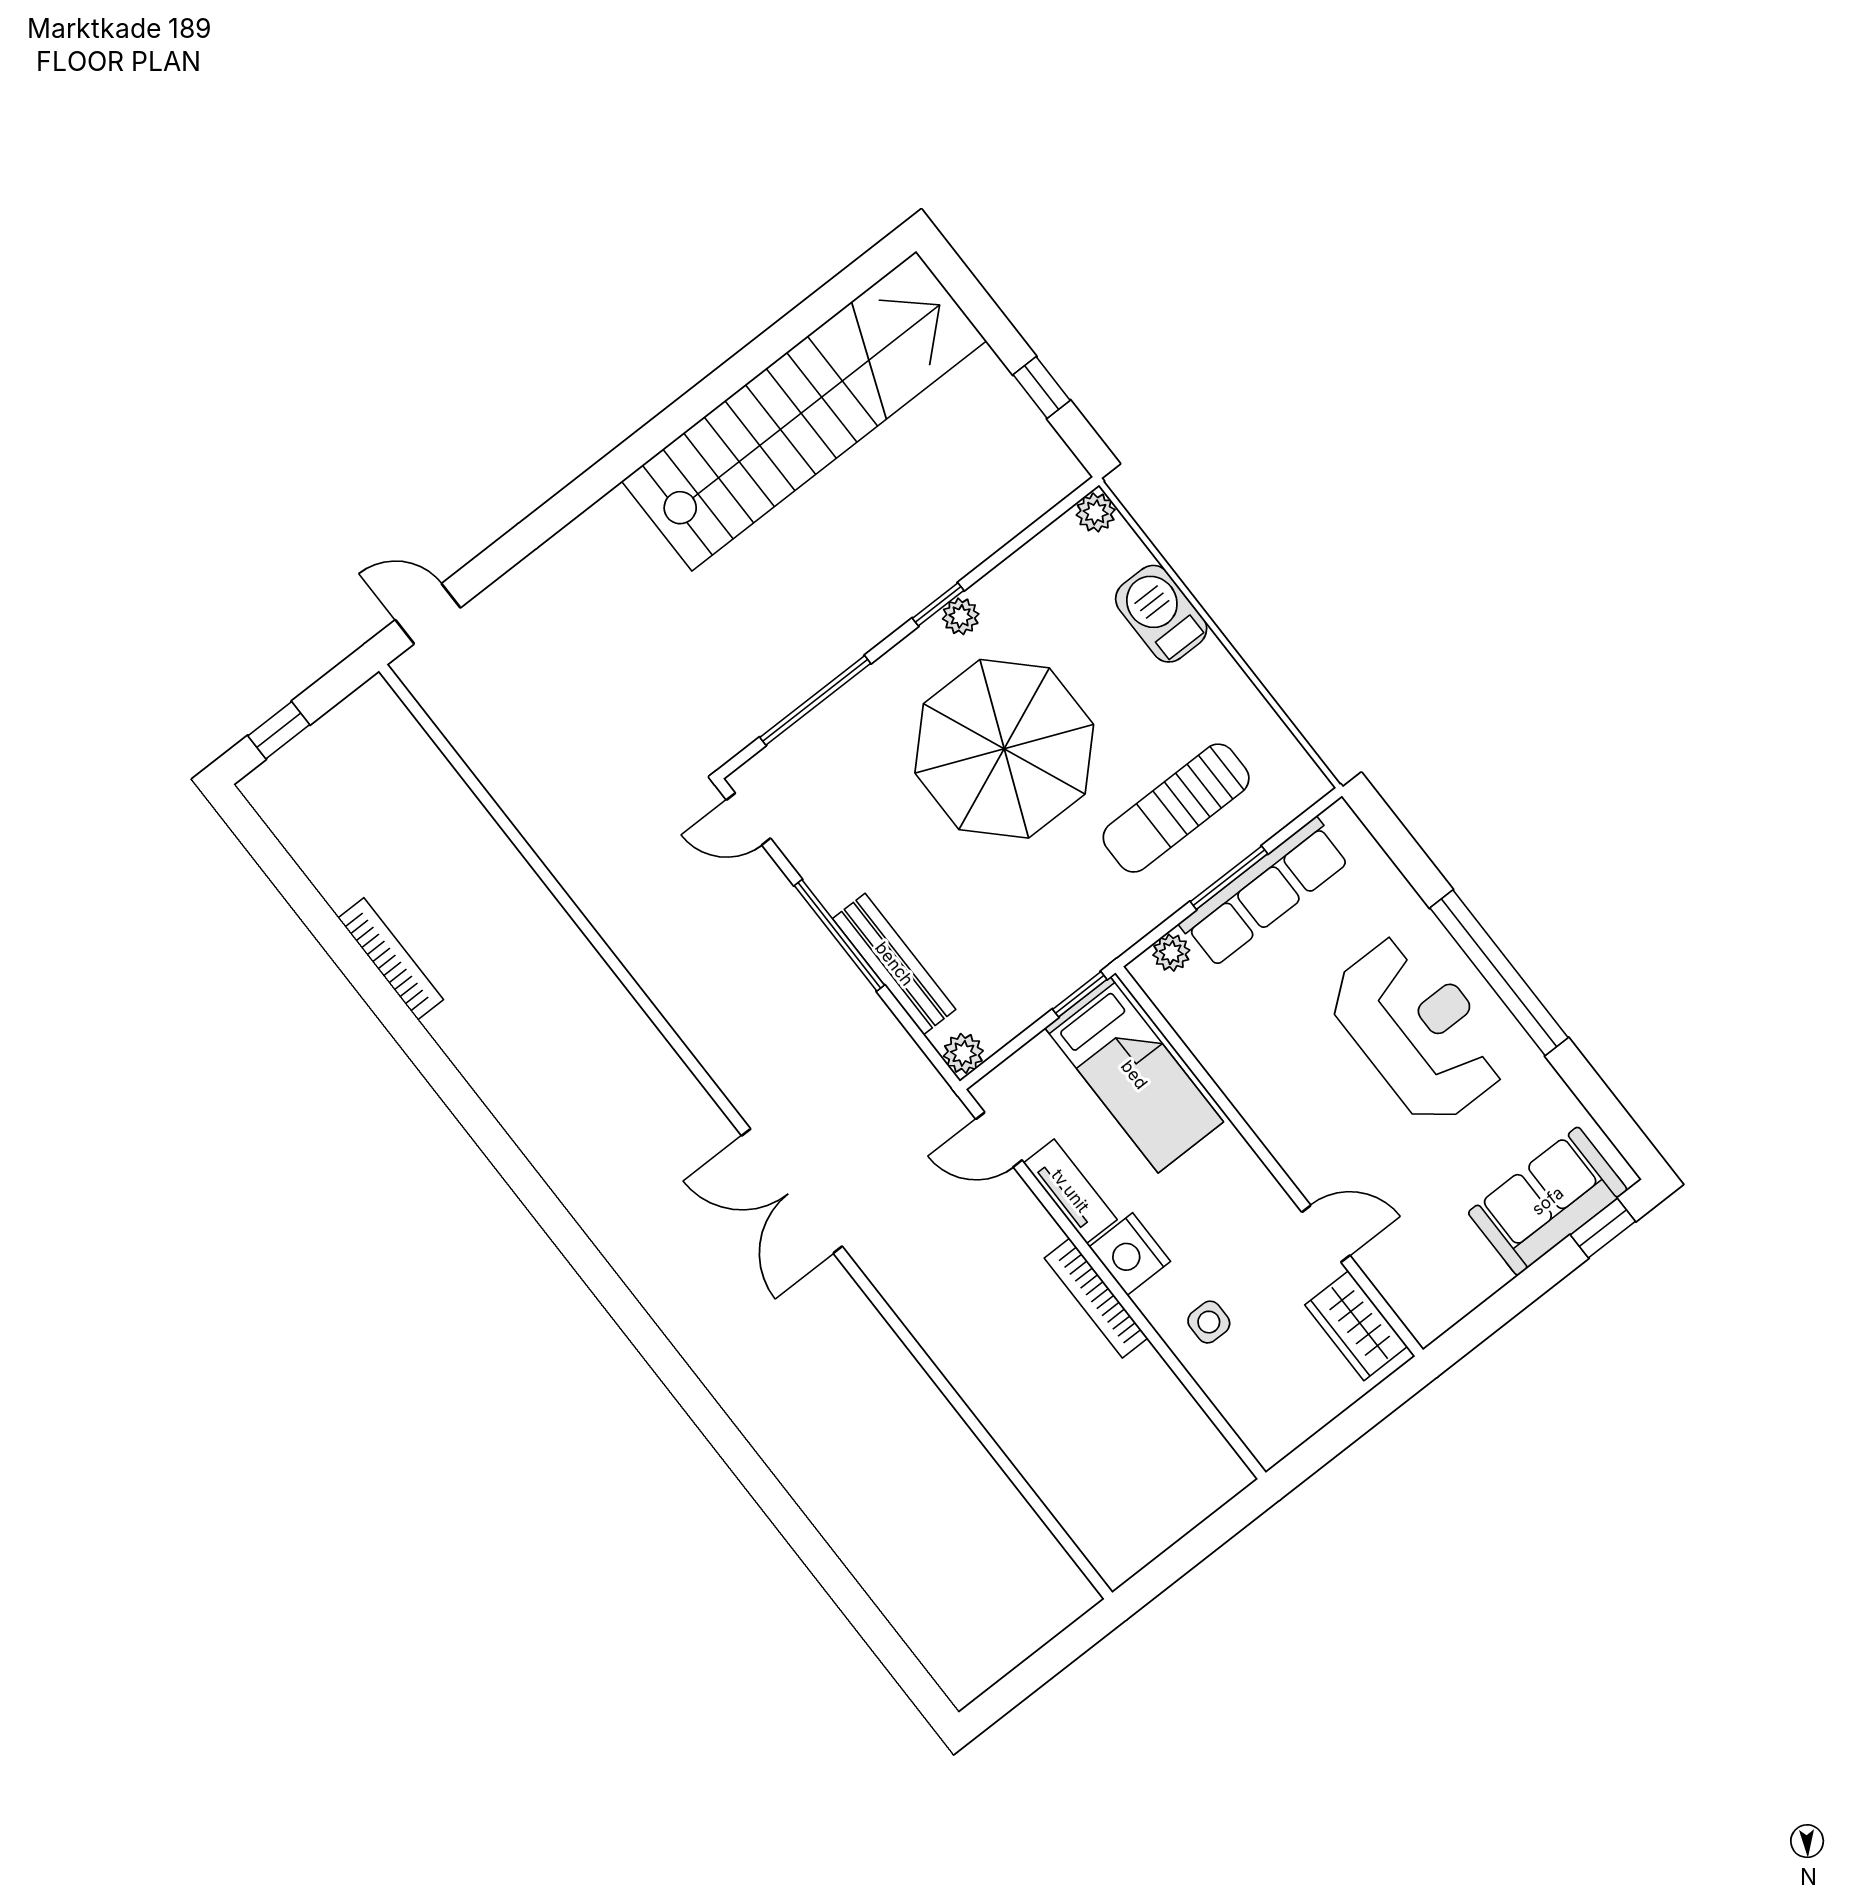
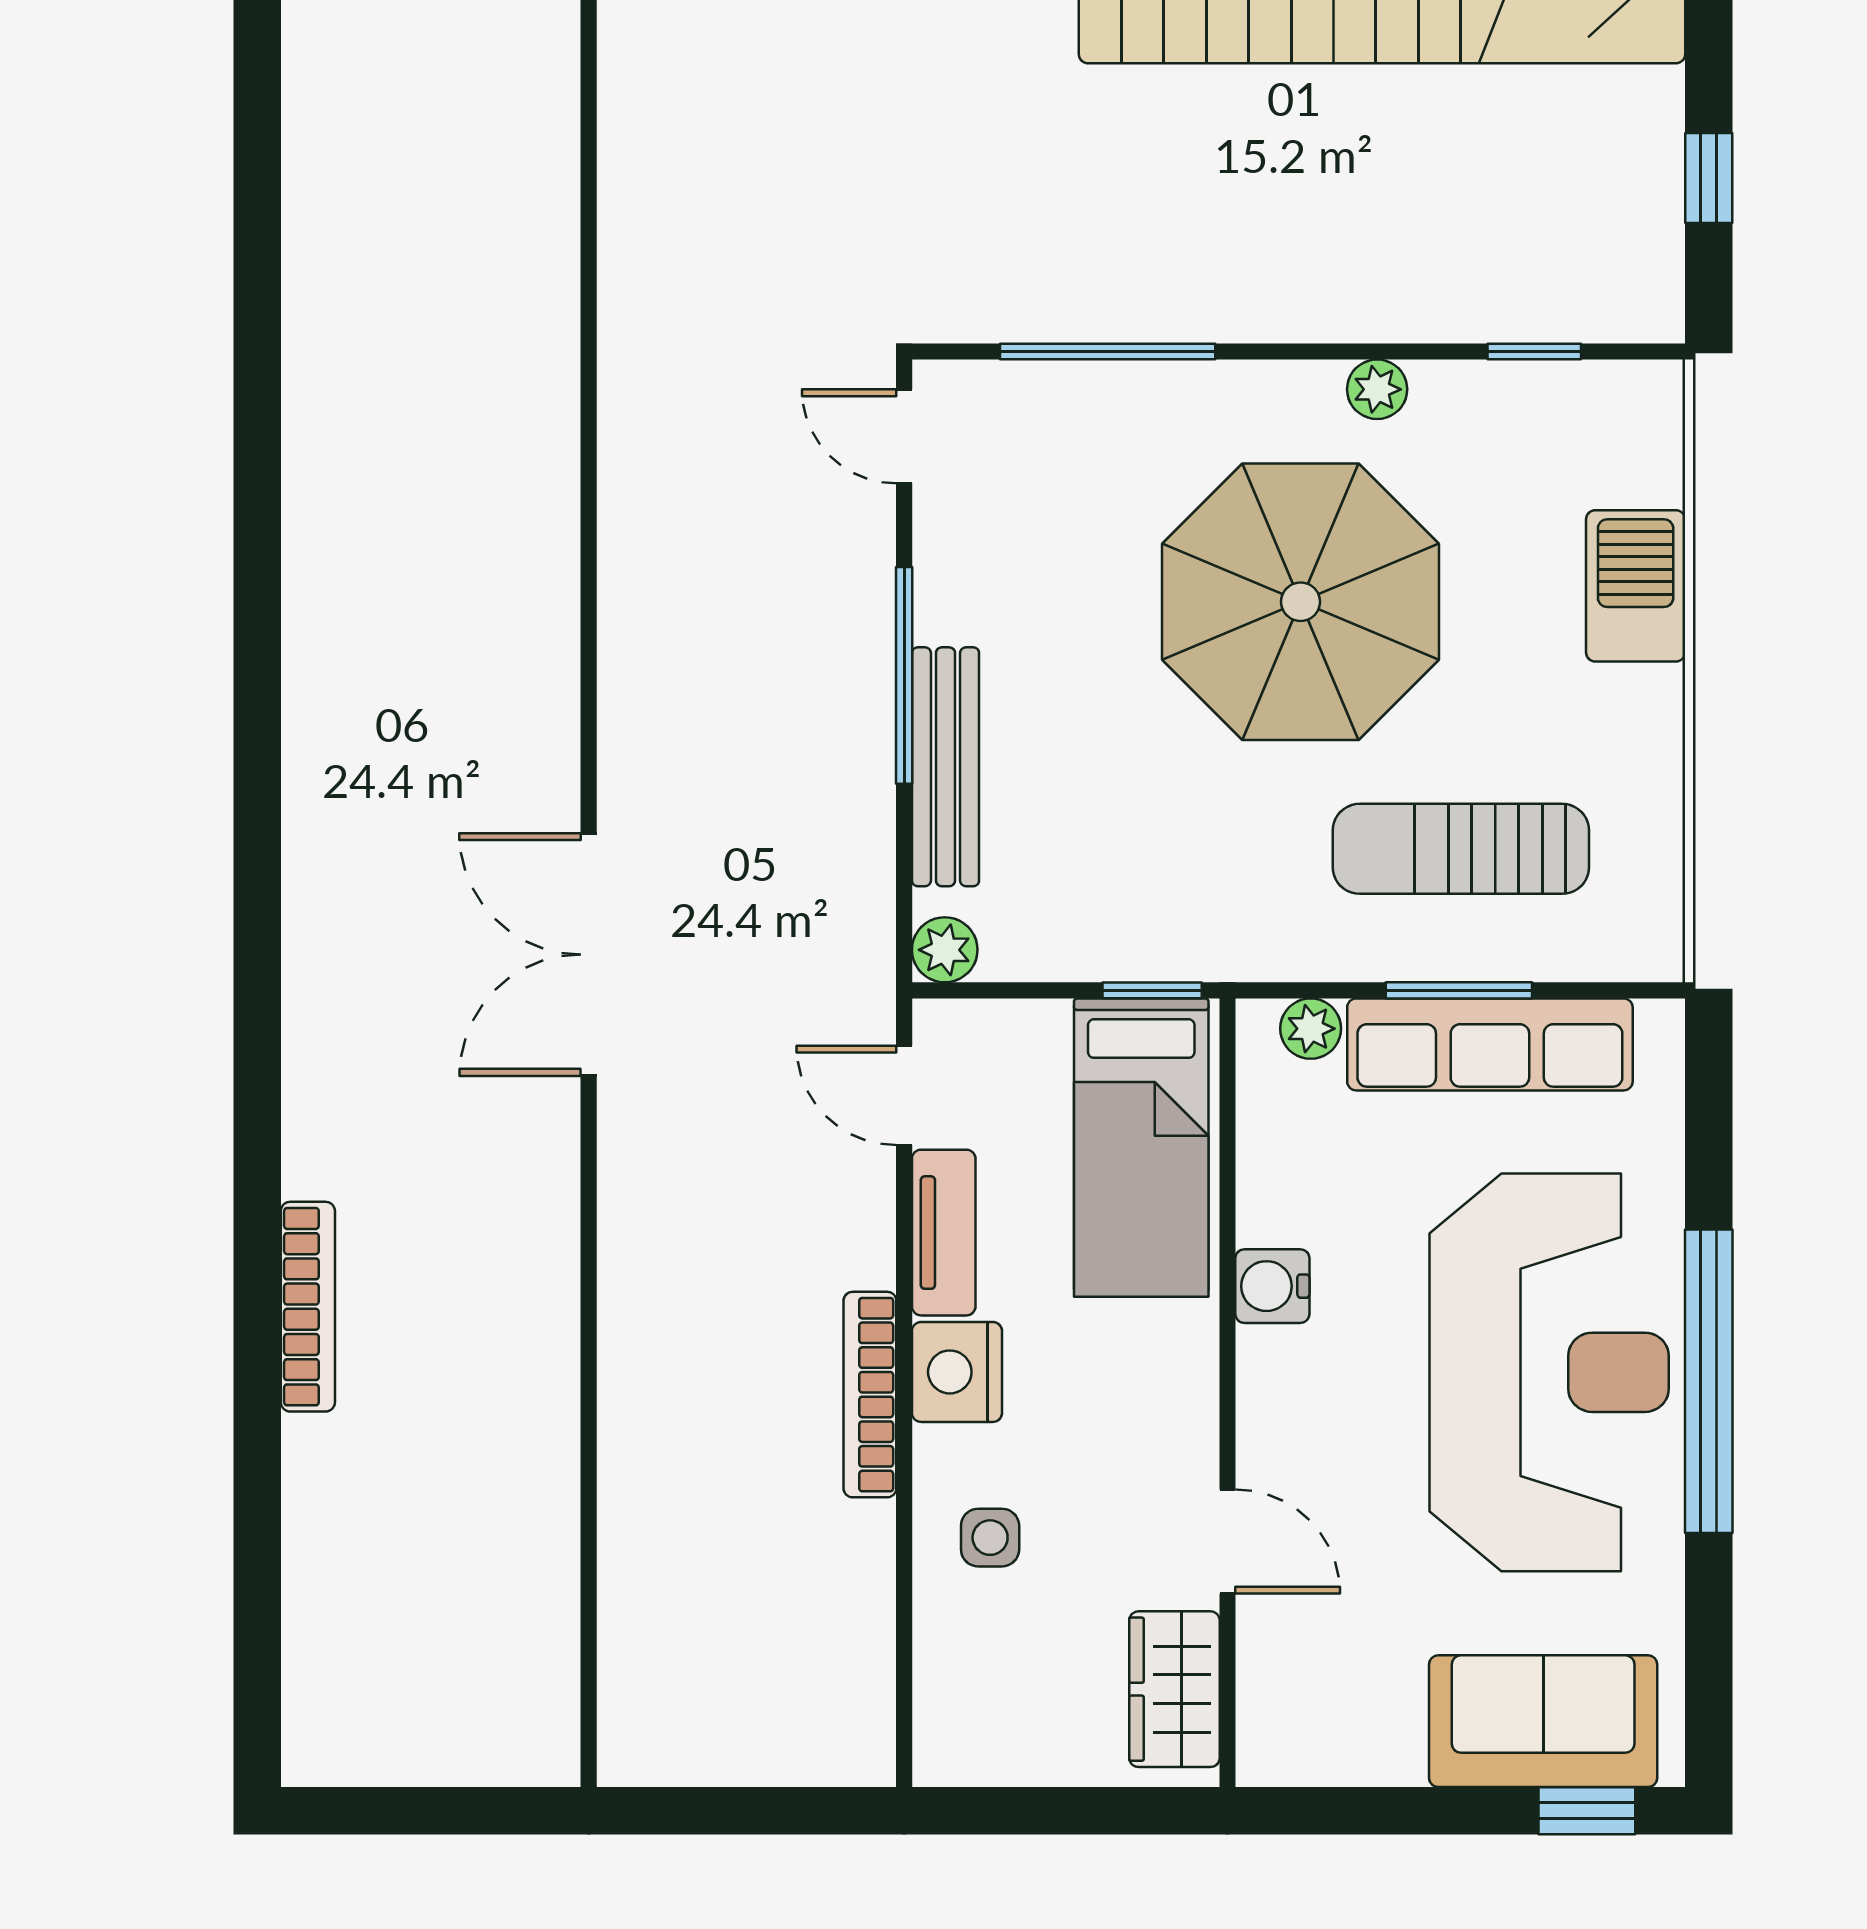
plant: (1096, 512) -> (1653, 391), removed
window: (938, 604) -> (1534, 351), moved
bookcase: (391, 959) -> (308, 1307), moved
reception desk: (1418, 1029) -> (1549, 1372), width x1.36, depth x1.30
water cooler: (1251, 1092) -> (1272, 1286), added

